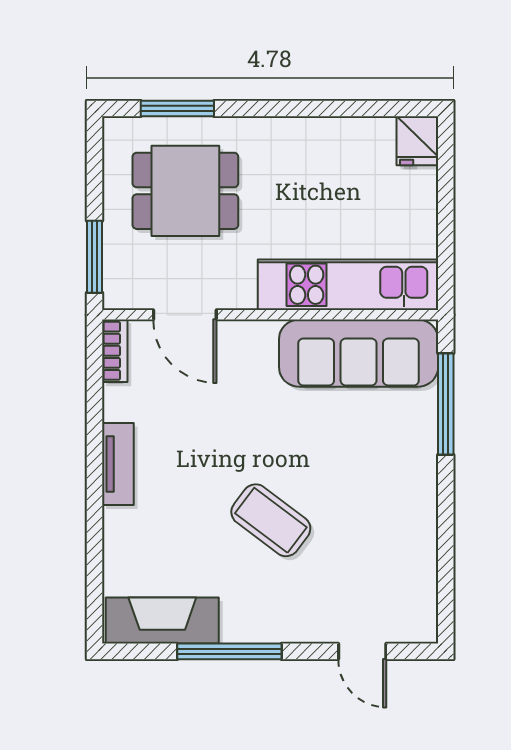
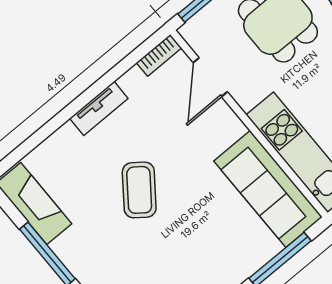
coffee table: (271, 520) -> (139, 190), moved

